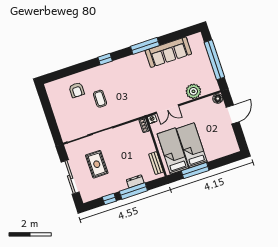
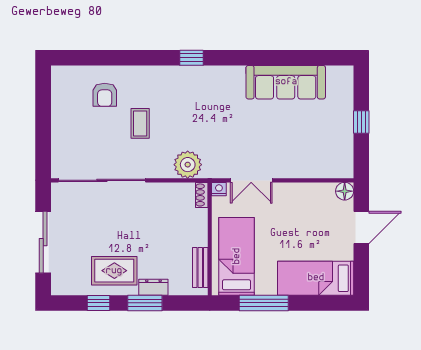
window: (145, 46) -> (249, 58), removed
window: (105, 59) -> (191, 58), moved
window: (214, 60) -> (361, 122), width x0.32
plant: (193, 91) -> (188, 165), moved
bed: (192, 145) -> (316, 278), moved, turned -90
rug: (97, 164) -> (114, 271), moved, turned 90
window: (133, 191) -> (145, 303), width x0.69

